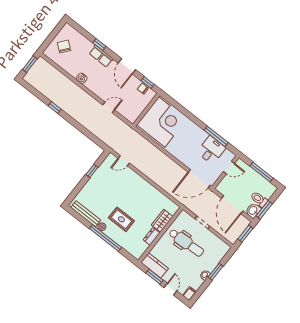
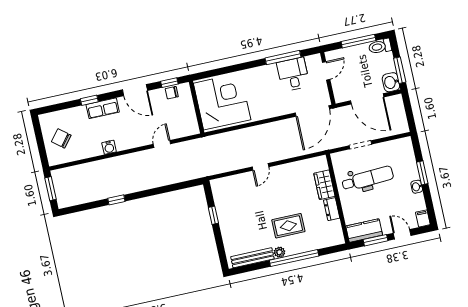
door: (124, 161) -> (260, 167), moved
toilet: (259, 199) -> (380, 46), moved
window: (245, 234) -> (408, 110), removed

